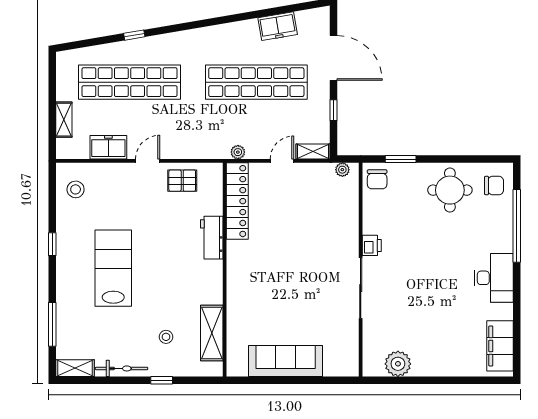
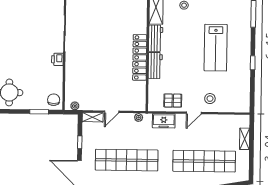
freezer: (108, 147) -> (164, 121), moved
stool: (76, 189) -> (210, 99), moved
locker: (237, 201) -> (140, 57), moved
workbench: (212, 282) -> (156, 38), added

